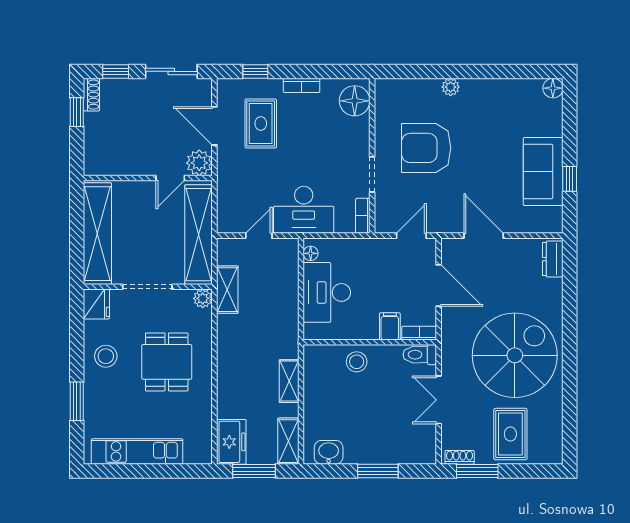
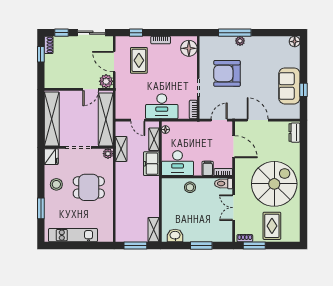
window: (441, 71) -> (235, 33), added
door: (259, 236) -> (138, 120), swing flipped
desk: (327, 292) -> (178, 163), moved, turned -90
dining table: (167, 362) -> (89, 187), turned 90
shelving: (289, 381) -> (154, 139), moved
freezer: (231, 442) -> (151, 164), moved, turned 180

